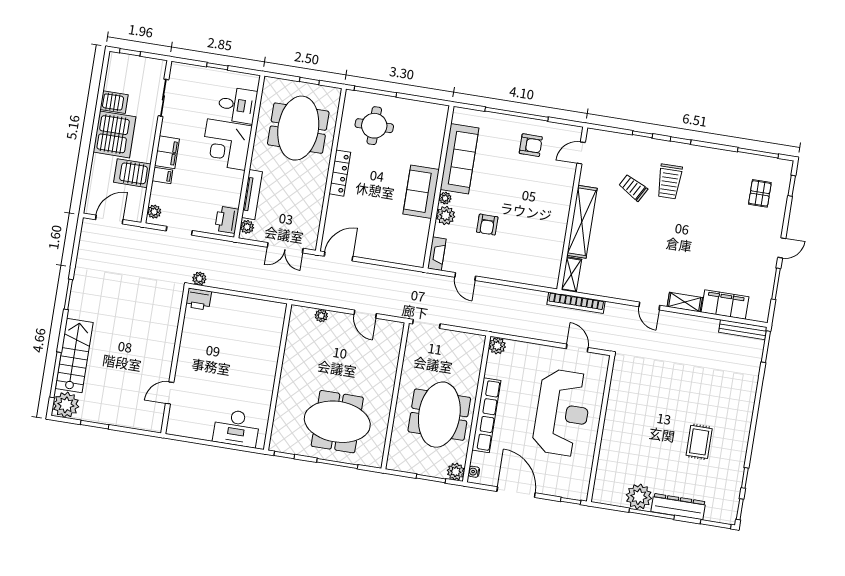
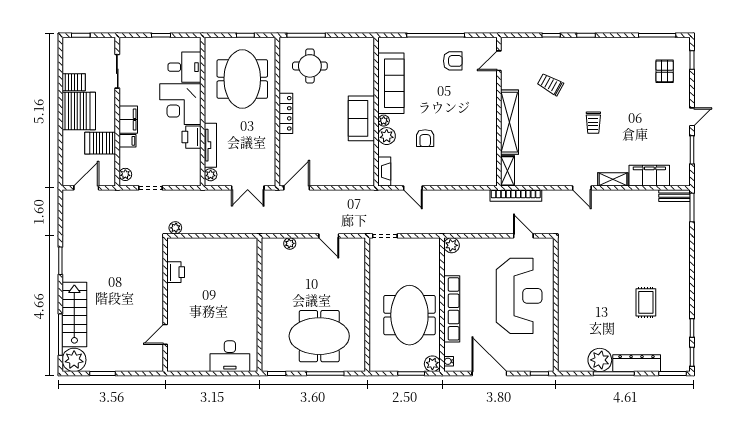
trolley: (669, 181) -> (593, 123), moved, width x0.73, depth x0.72
printer: (227, 220) -> (191, 137), moved
printer: (199, 299) -> (176, 272), moved, turned -90
bench: (743, 330) -> (675, 196), width x0.73

